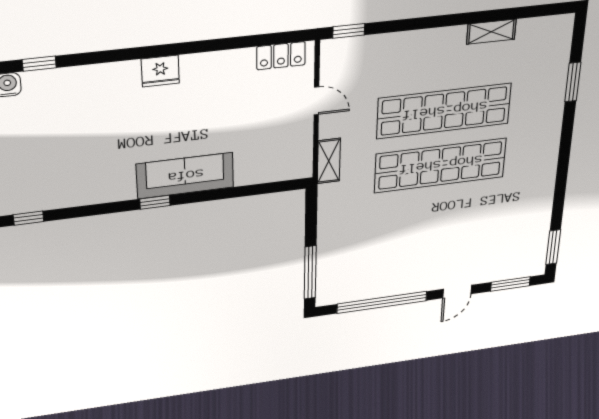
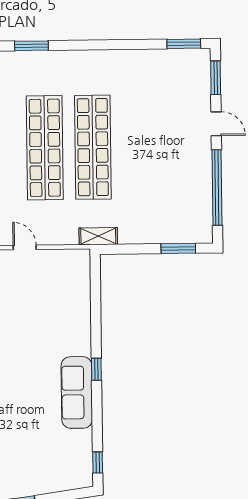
door: (316, 101) -> (25, 247), hinge flipped
shelving: (329, 161) -> (98, 236), moved
sofa: (185, 176) -> (77, 392), moved
window: (310, 272) -> (178, 248), width x0.69

